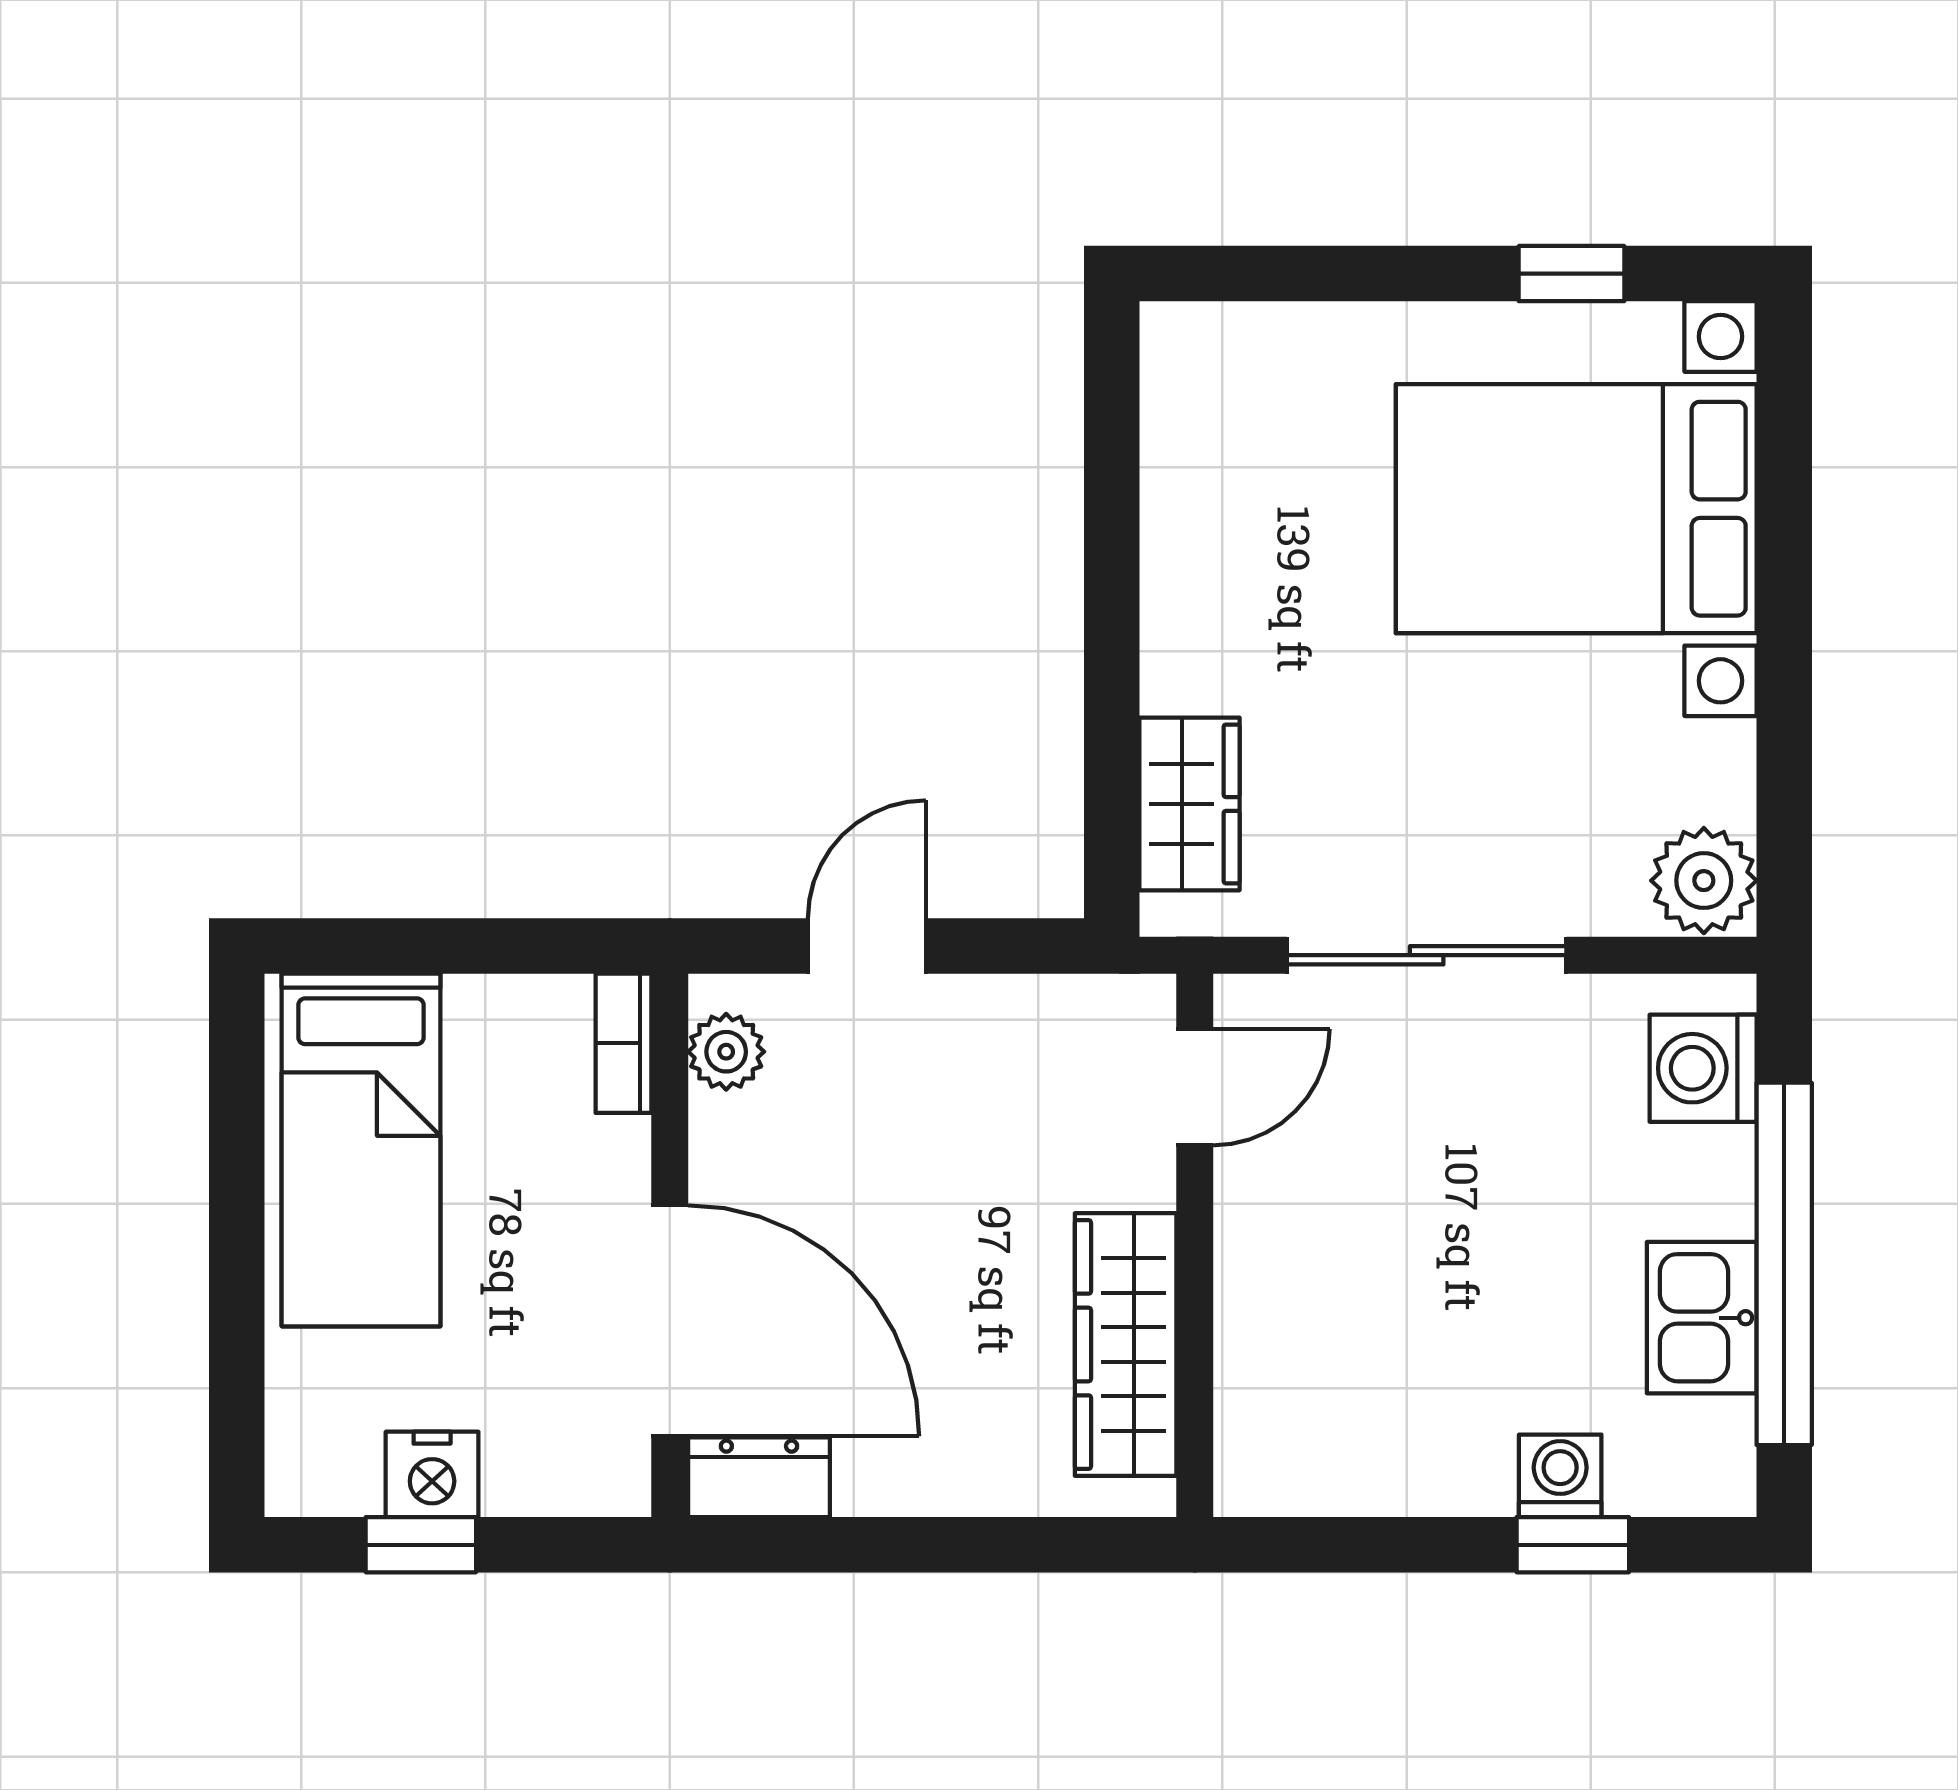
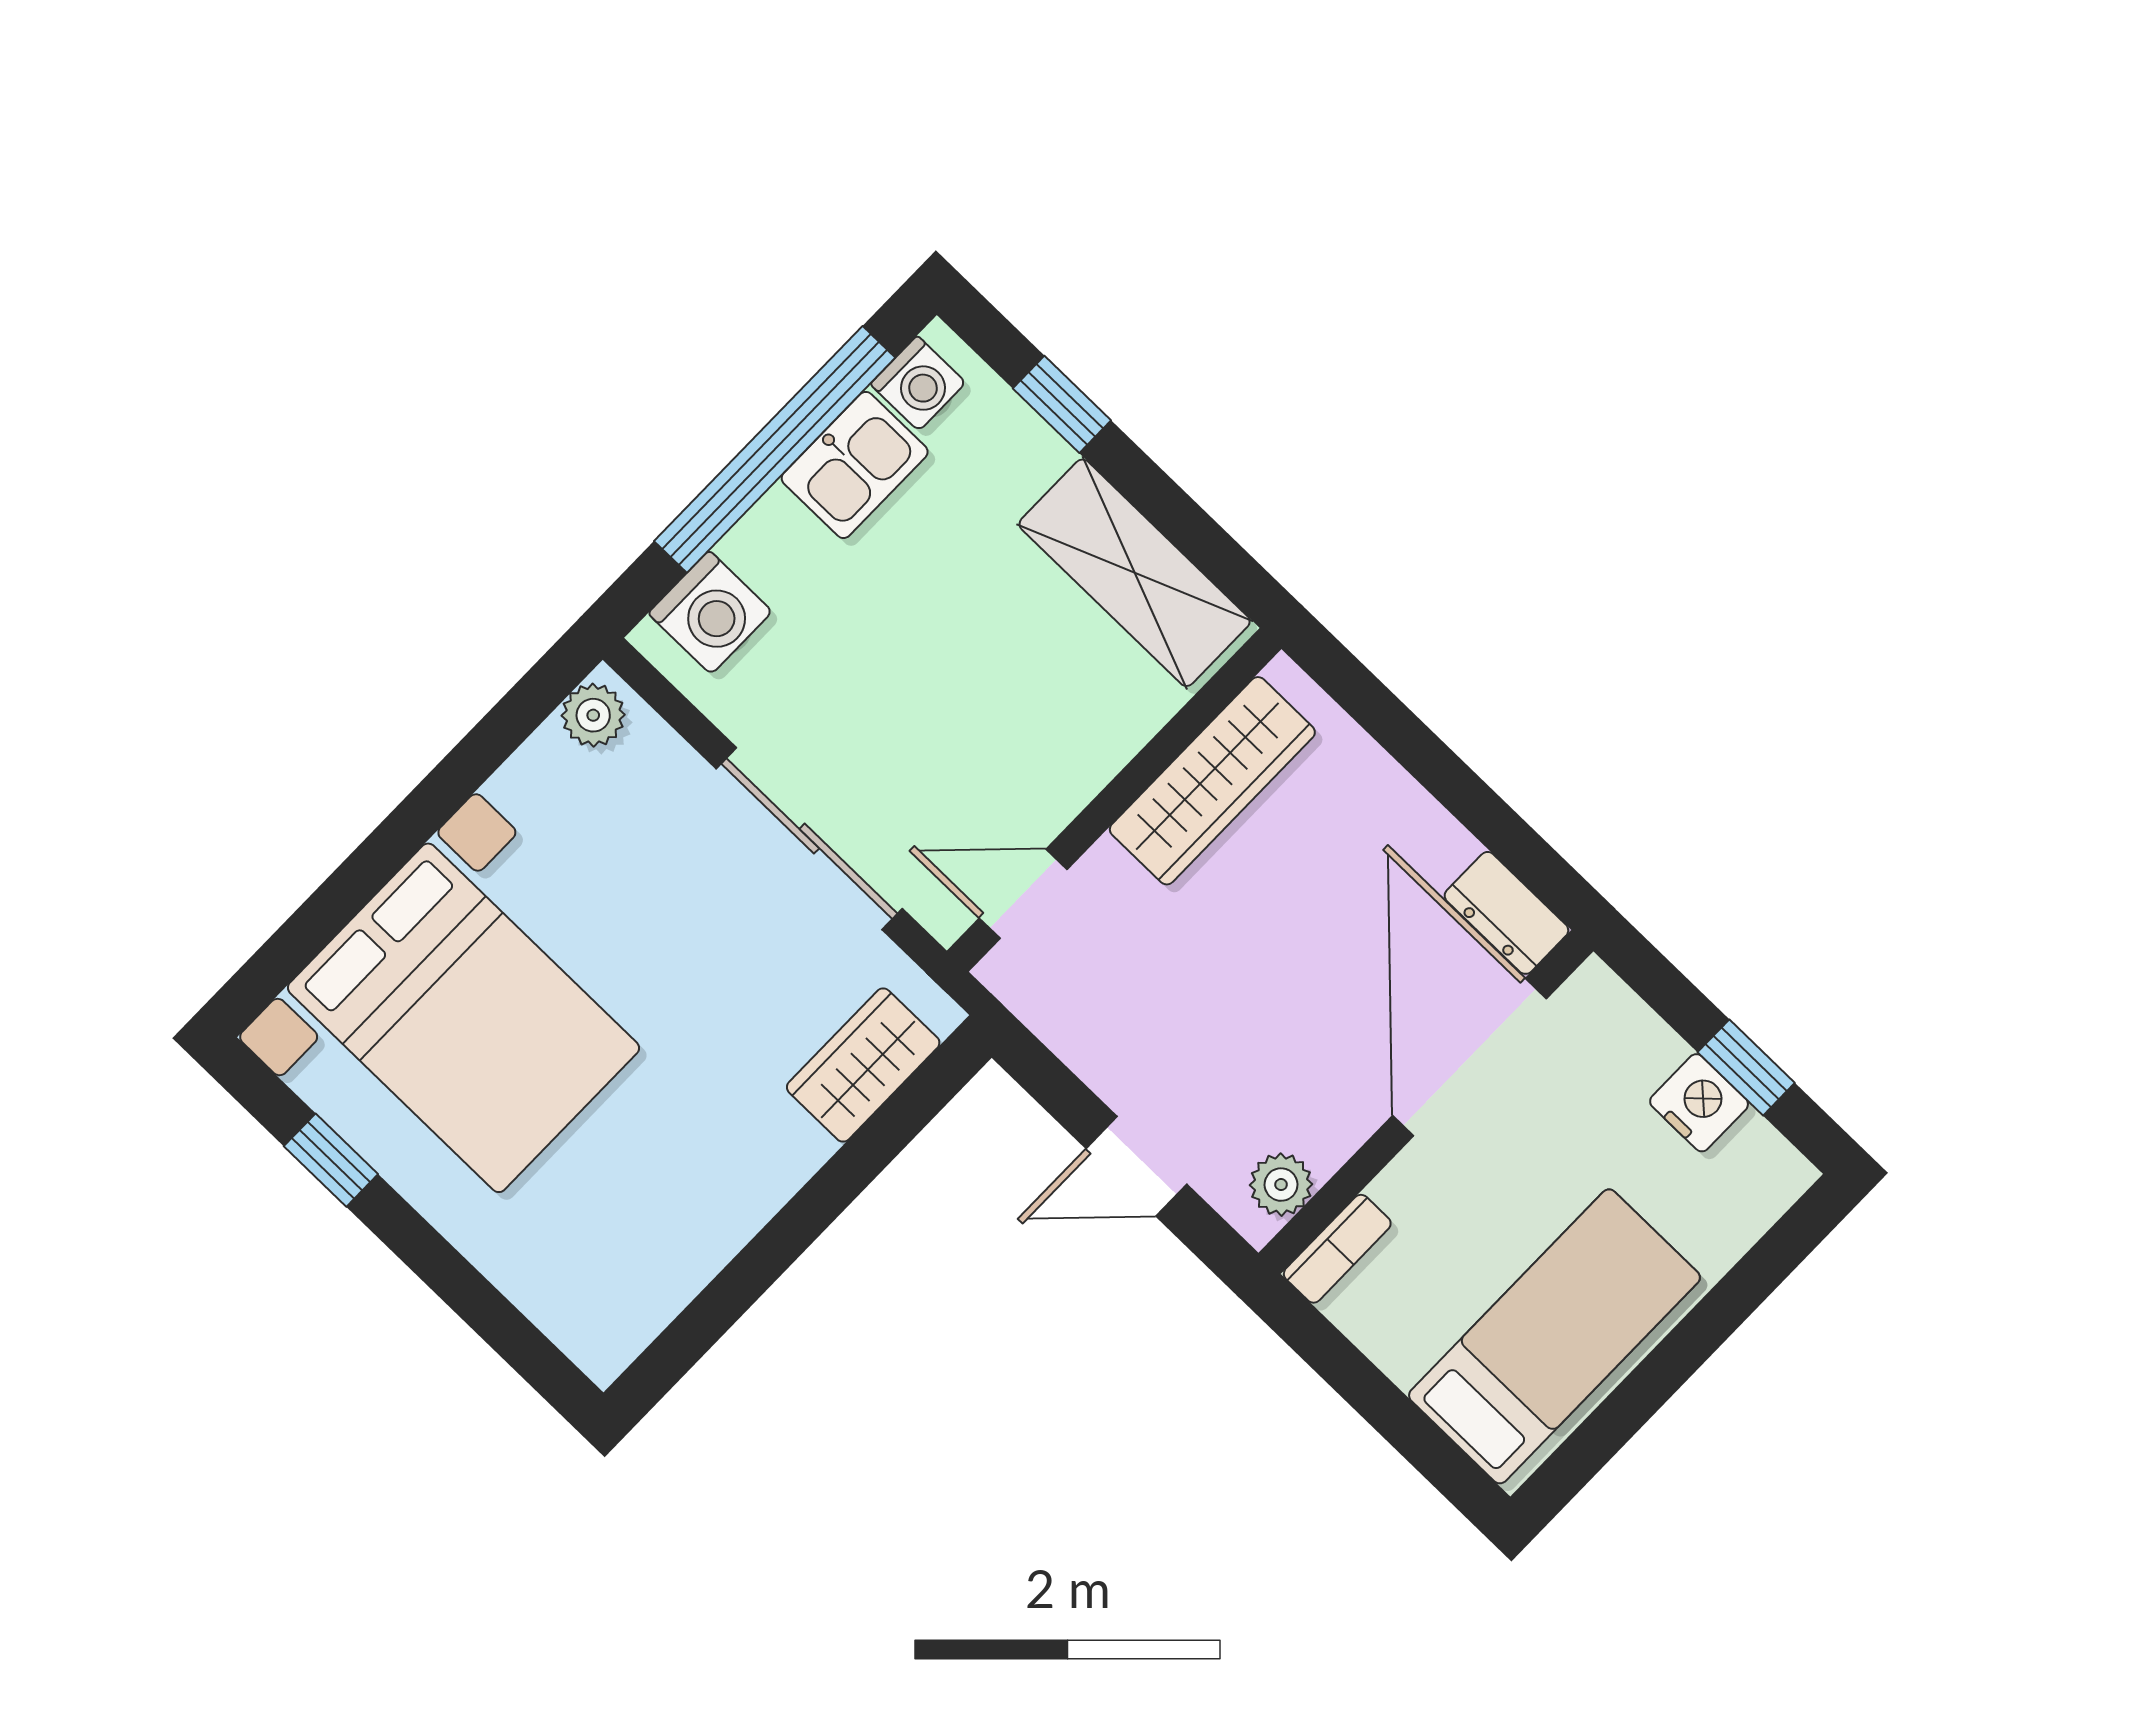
plant: (1704, 881) -> (593, 715), width x0.73, depth x0.73
shelving: (1368, 1460) -> (1135, 573), added
washing machine: (1560, 1476) -> (918, 383), moved, turned -90

